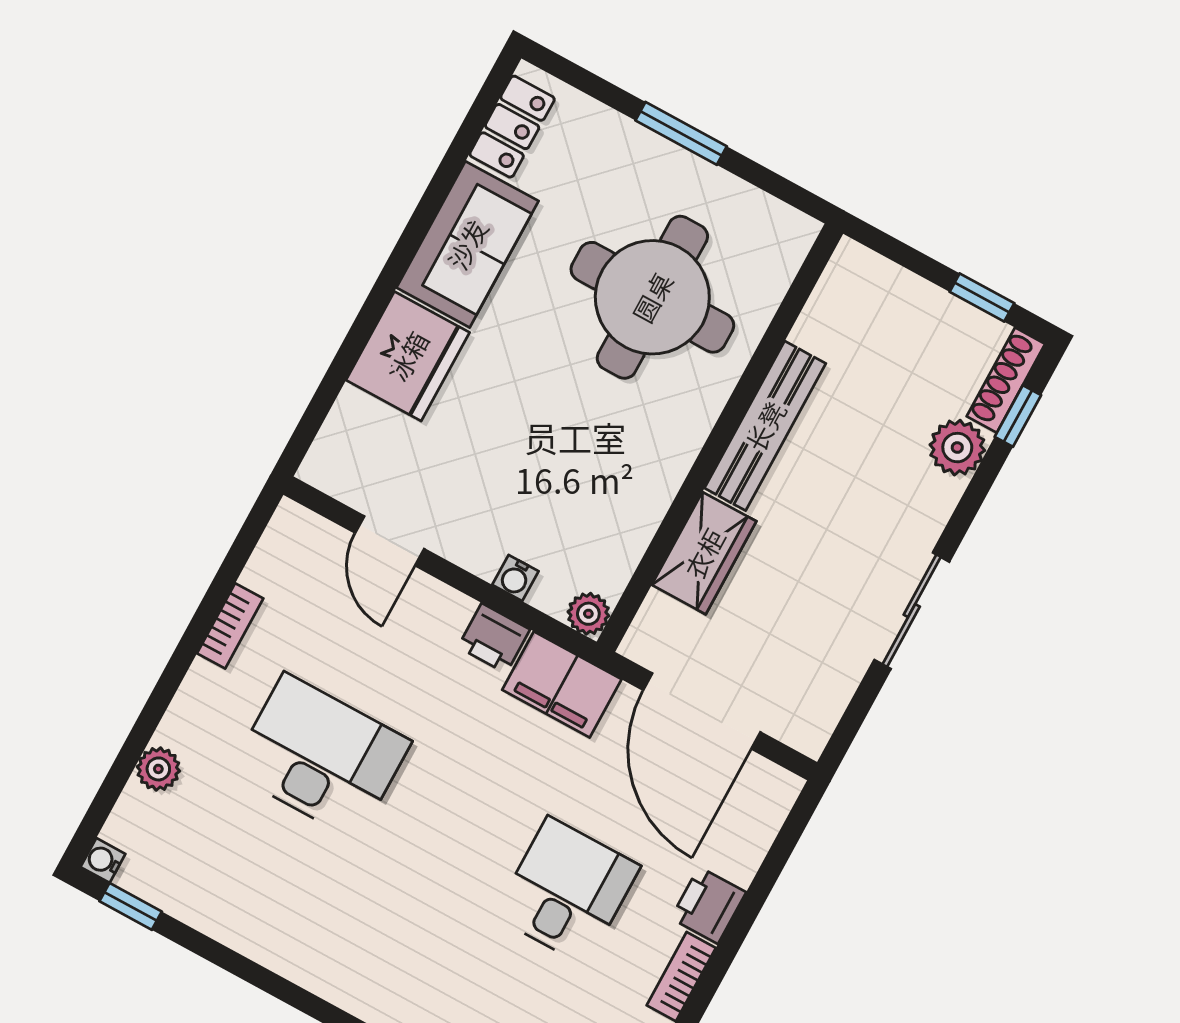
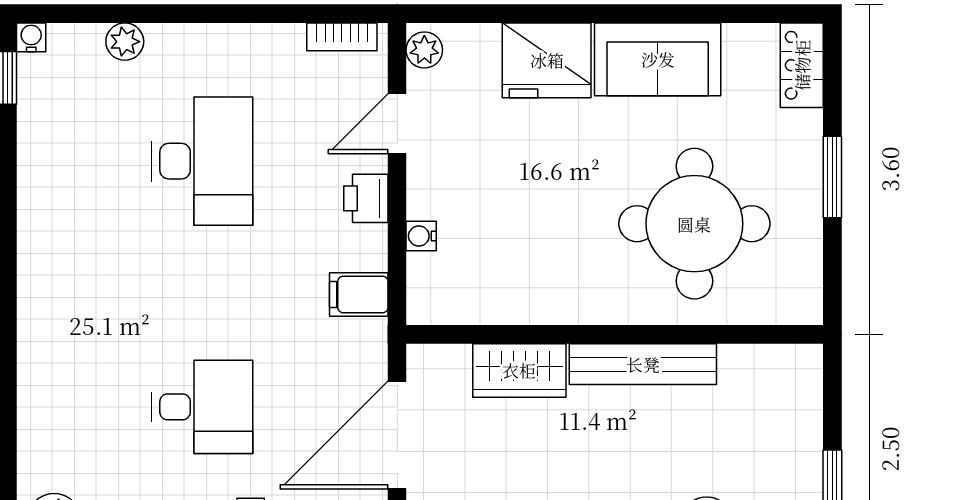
locker: (512, 127) -> (802, 65), moved, turned 90
plant: (588, 614) -> (424, 50), moved
bookcase: (230, 626) -> (342, 37), moved
printer: (494, 638) -> (366, 198), moved
filing cabinet: (562, 685) -> (359, 294), width x0.50

